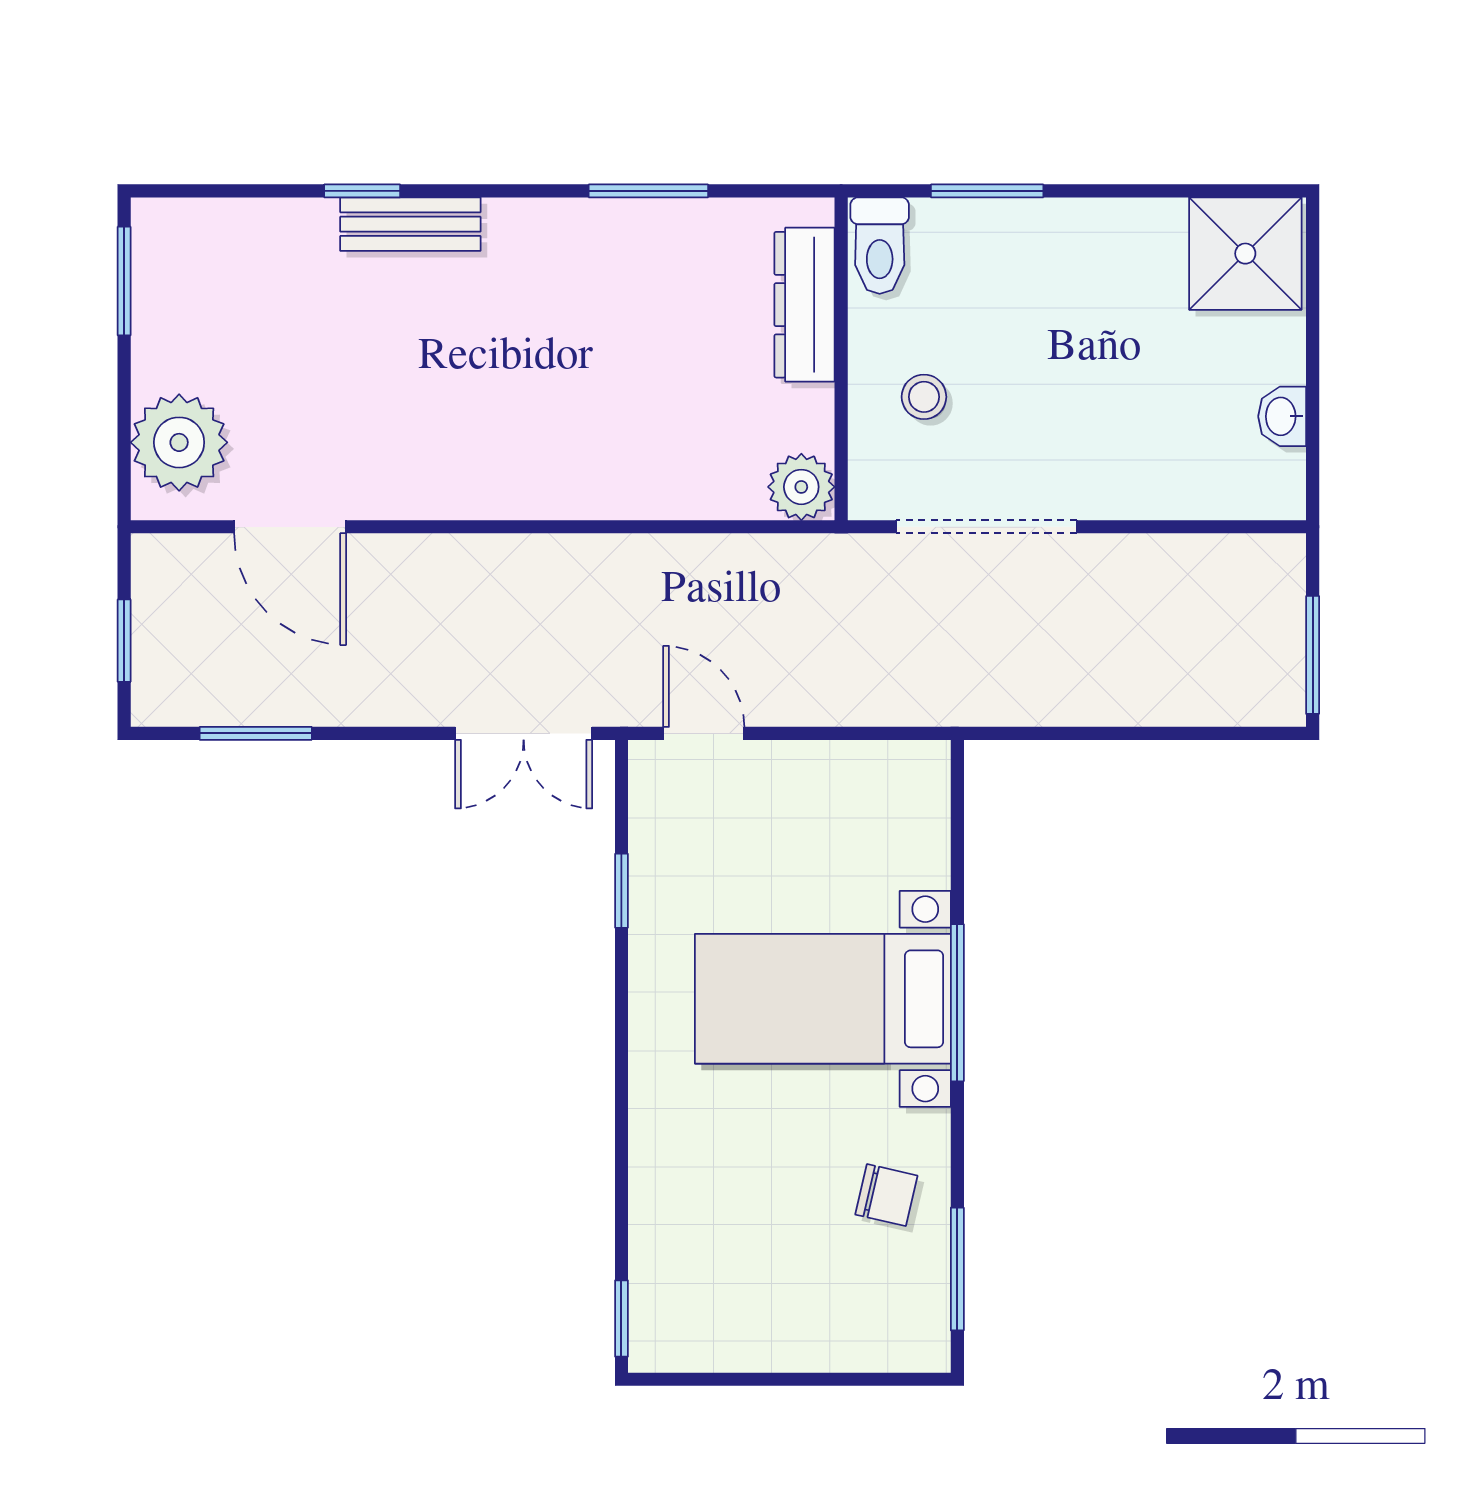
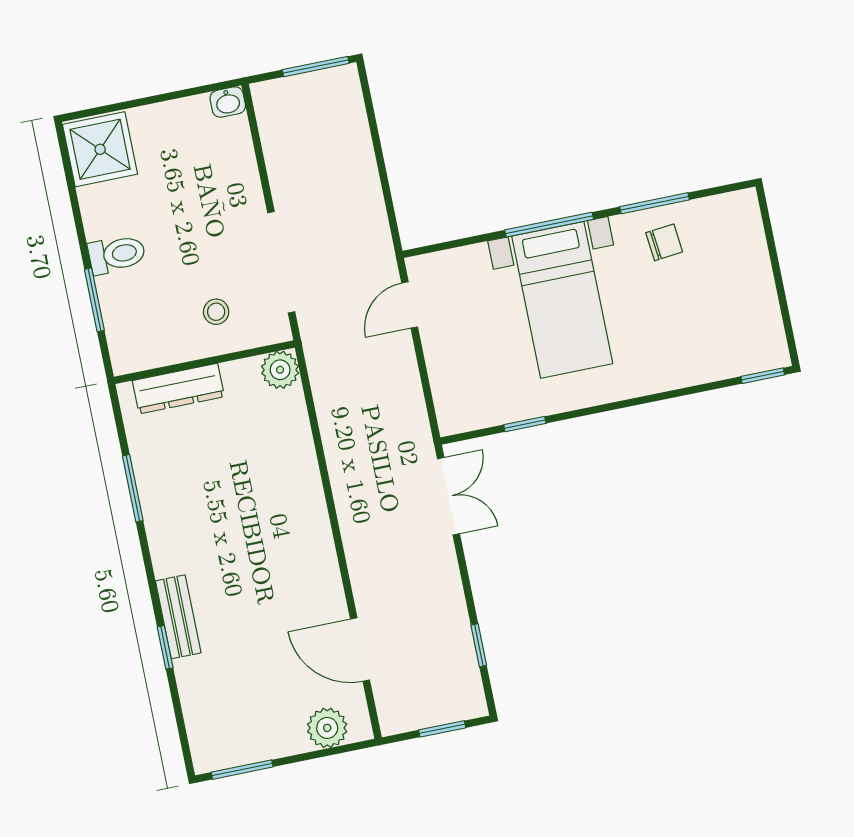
toilet: (880, 246) -> (117, 254), moved
washbasin: (1282, 416) -> (228, 102), moved
plant: (179, 442) -> (327, 728), width x0.73, depth x0.73
door: (290, 527) -> (360, 649), swing flipped
window: (256, 733) -> (479, 645), width x0.67
door: (704, 733) -> (410, 305), moved
chair: (886, 1195) -> (664, 242), turned 71
window: (957, 1269) -> (654, 203), moved

